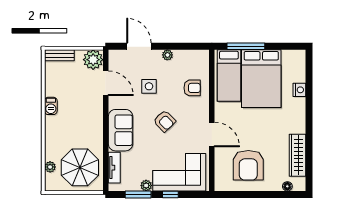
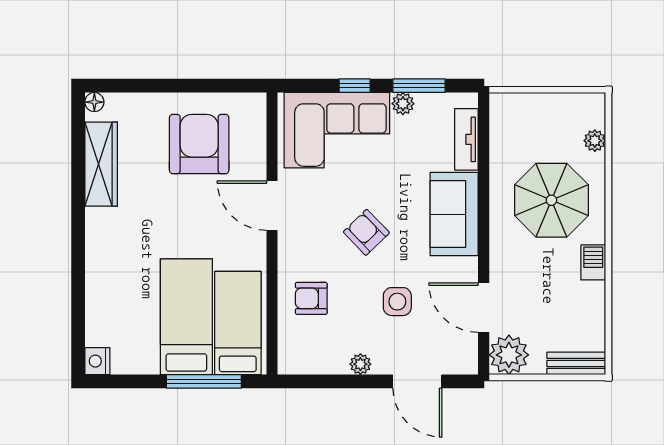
bed: (261, 79) -> (186, 317), width x0.67
nightstand: (299, 90) -> (97, 361), moved
parasol: (80, 167) -> (551, 200), moved
floor lamp: (287, 186) -> (94, 102), moved

